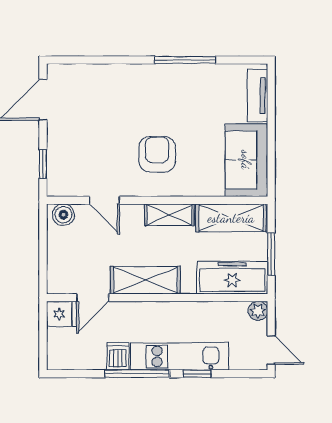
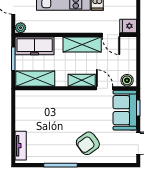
armchair: (157, 154) -> (88, 143), moved, turned 54
sofa: (246, 160) -> (125, 110), moved, turned 180
shelving: (169, 215) -> (82, 80), moved
door: (93, 298) -> (111, 35), swing flipped

